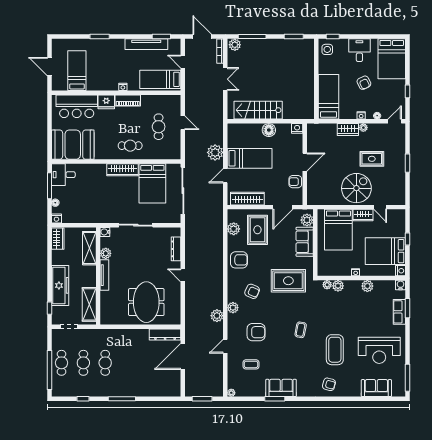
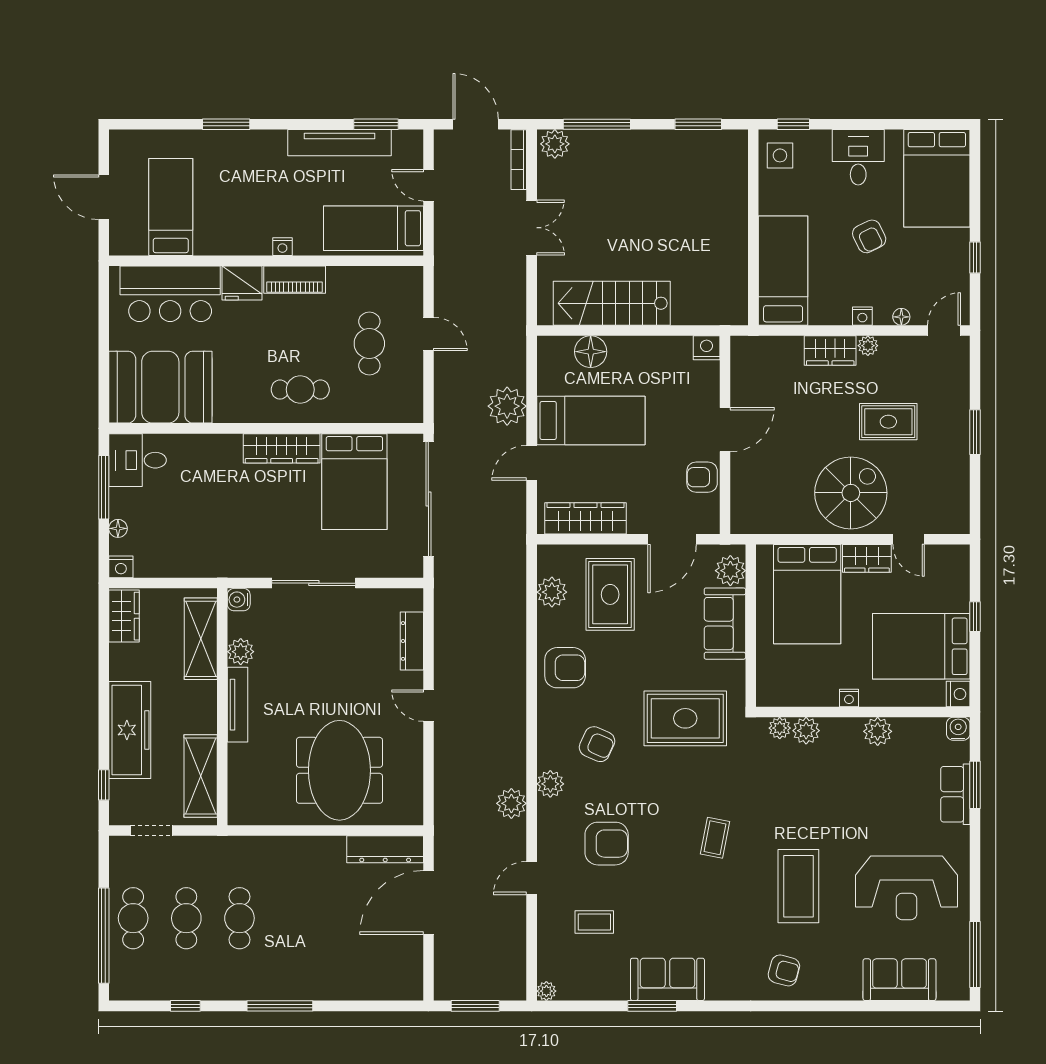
floor lamp: (269, 130) -> (591, 352), moved

